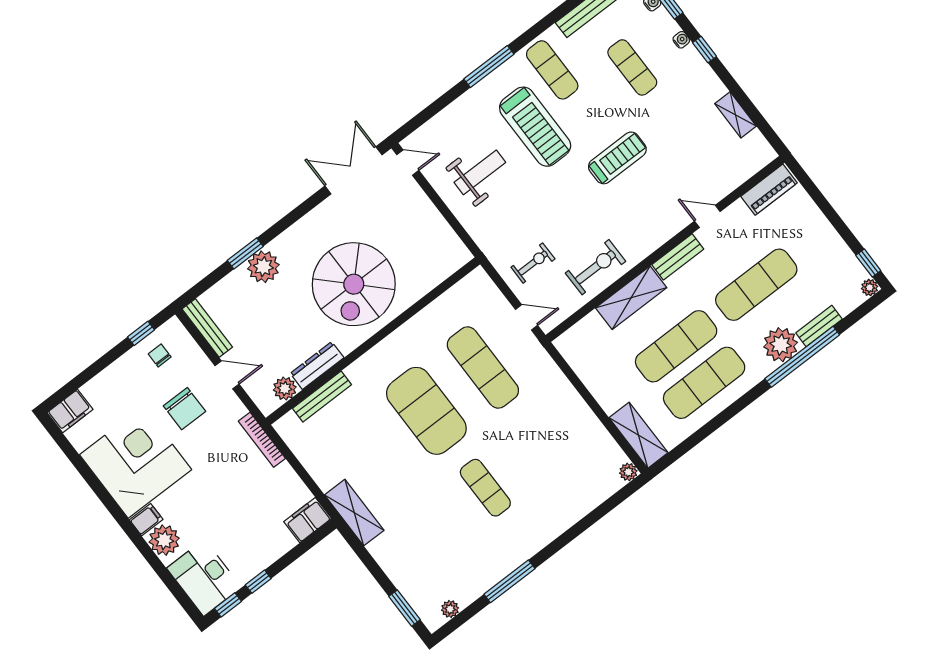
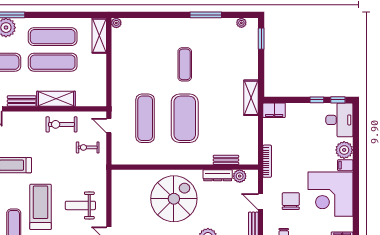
bench: (322, 397) -> (226, 160), width x0.73

